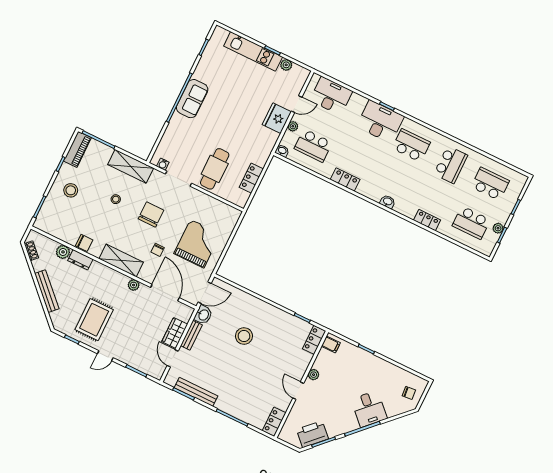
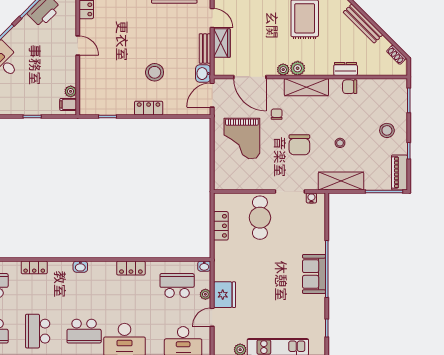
plant: (63, 252) -> (298, 68), moved
locker: (314, 340) -> (149, 108), moved, turned -90
plant: (314, 375) -> (71, 91), moved

